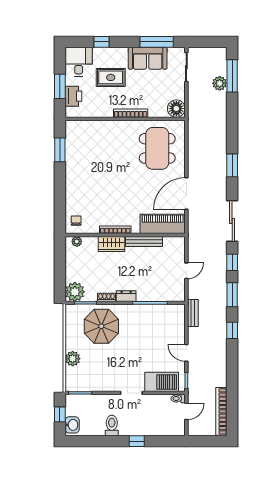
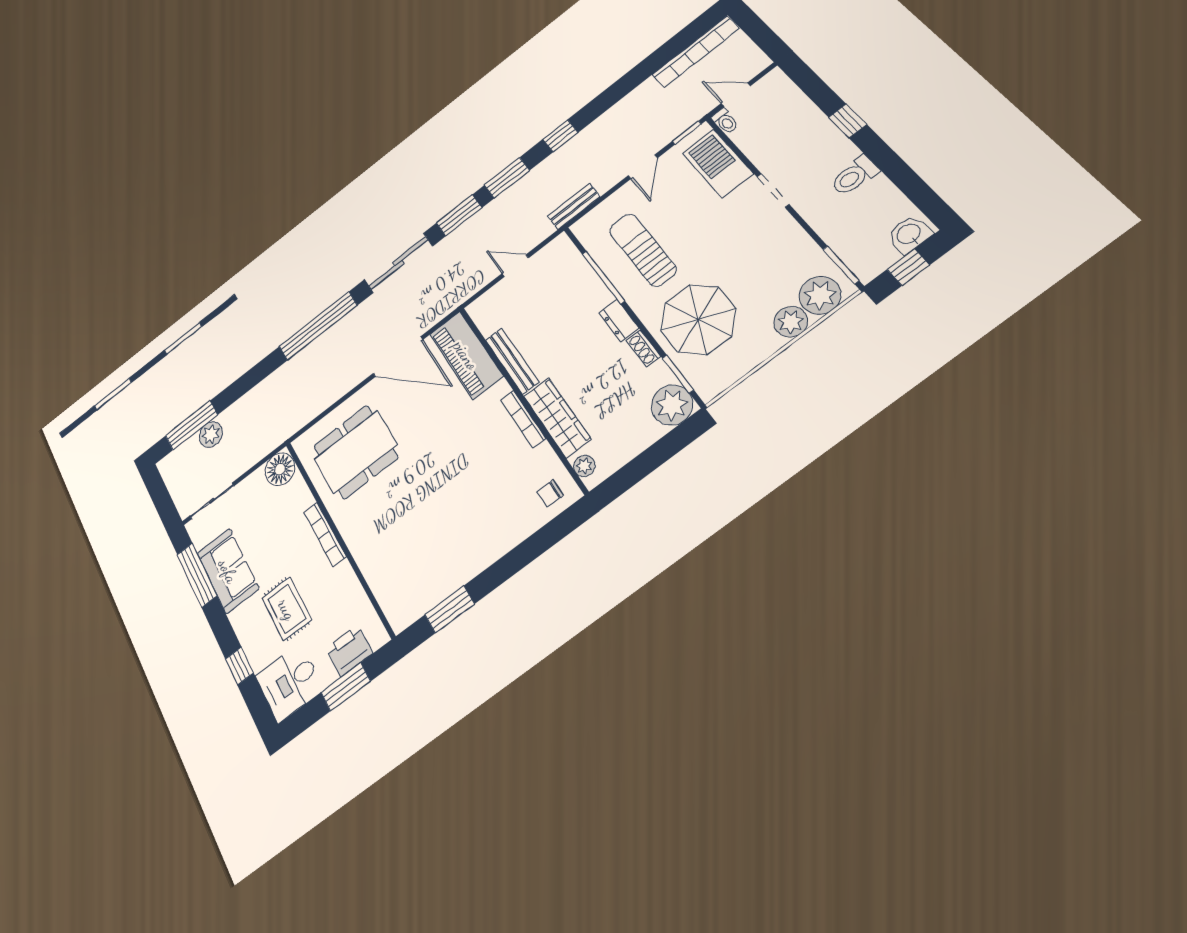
window: (232, 165) -> (318, 326), width x2.11
wardrobe: (111, 244) -> (557, 418), width x1.50
window: (232, 262) -> (459, 215), width x1.50
sun lounger: (149, 326) -> (643, 250), added
plant: (74, 377) -> (820, 295), added

